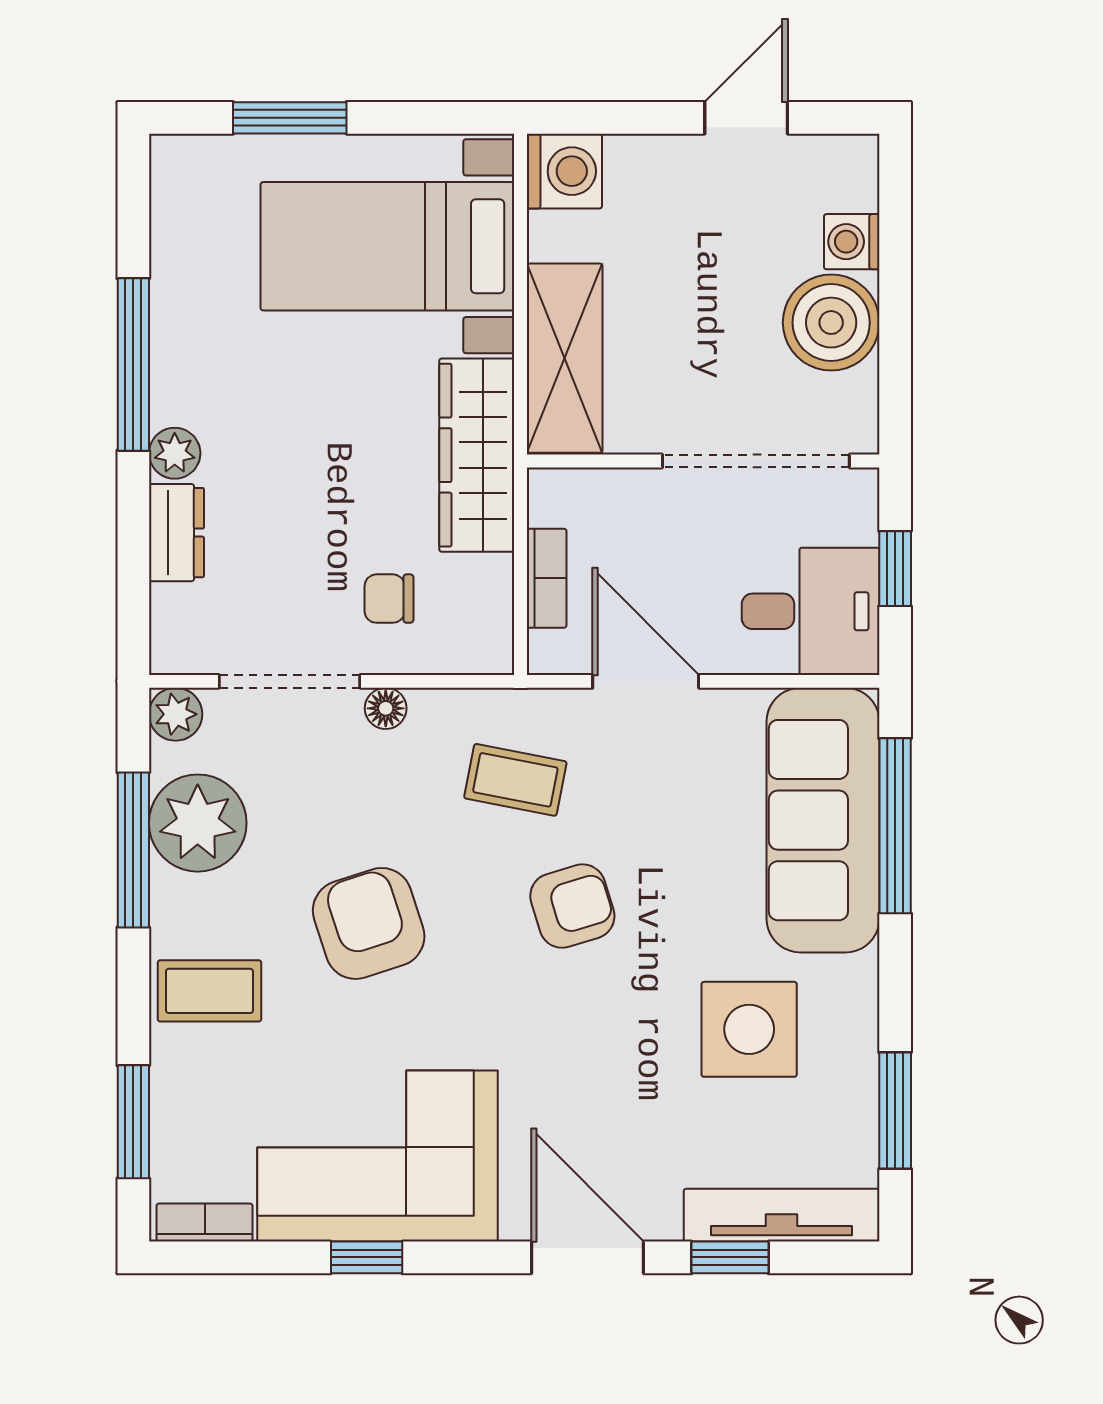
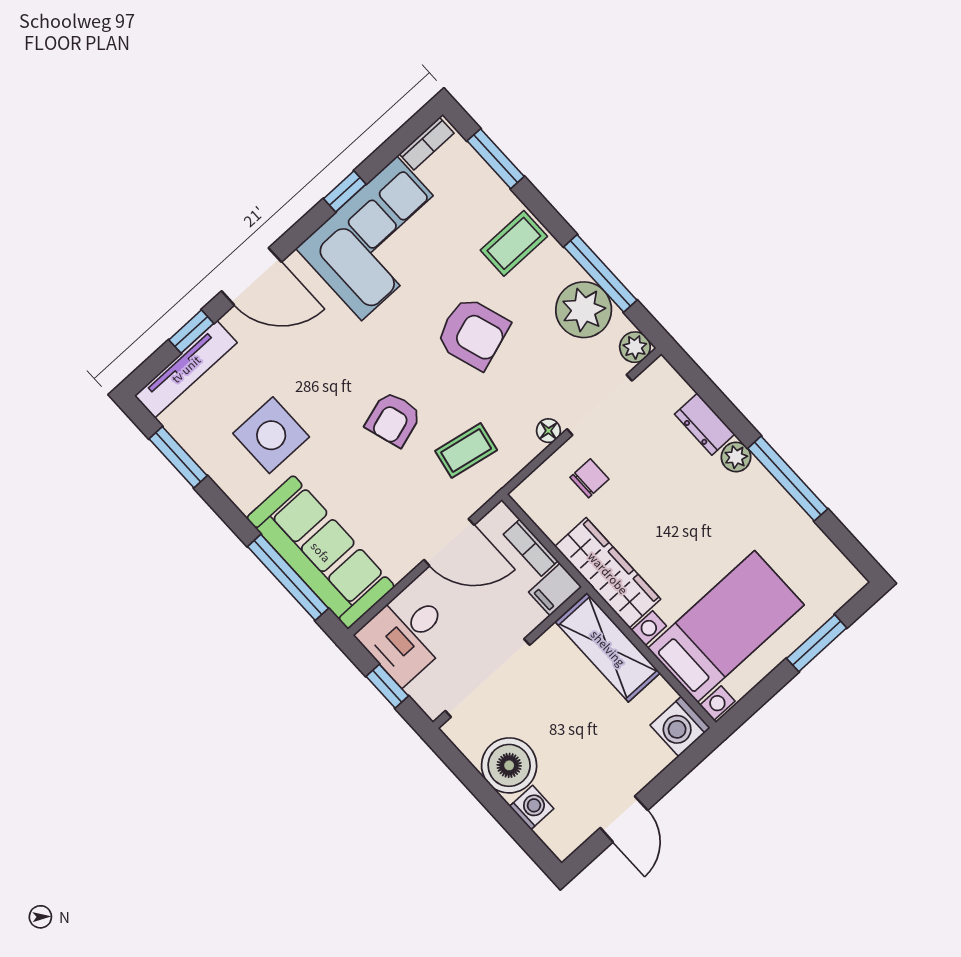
filing cabinet: (564, 495) -> (555, 589), added

